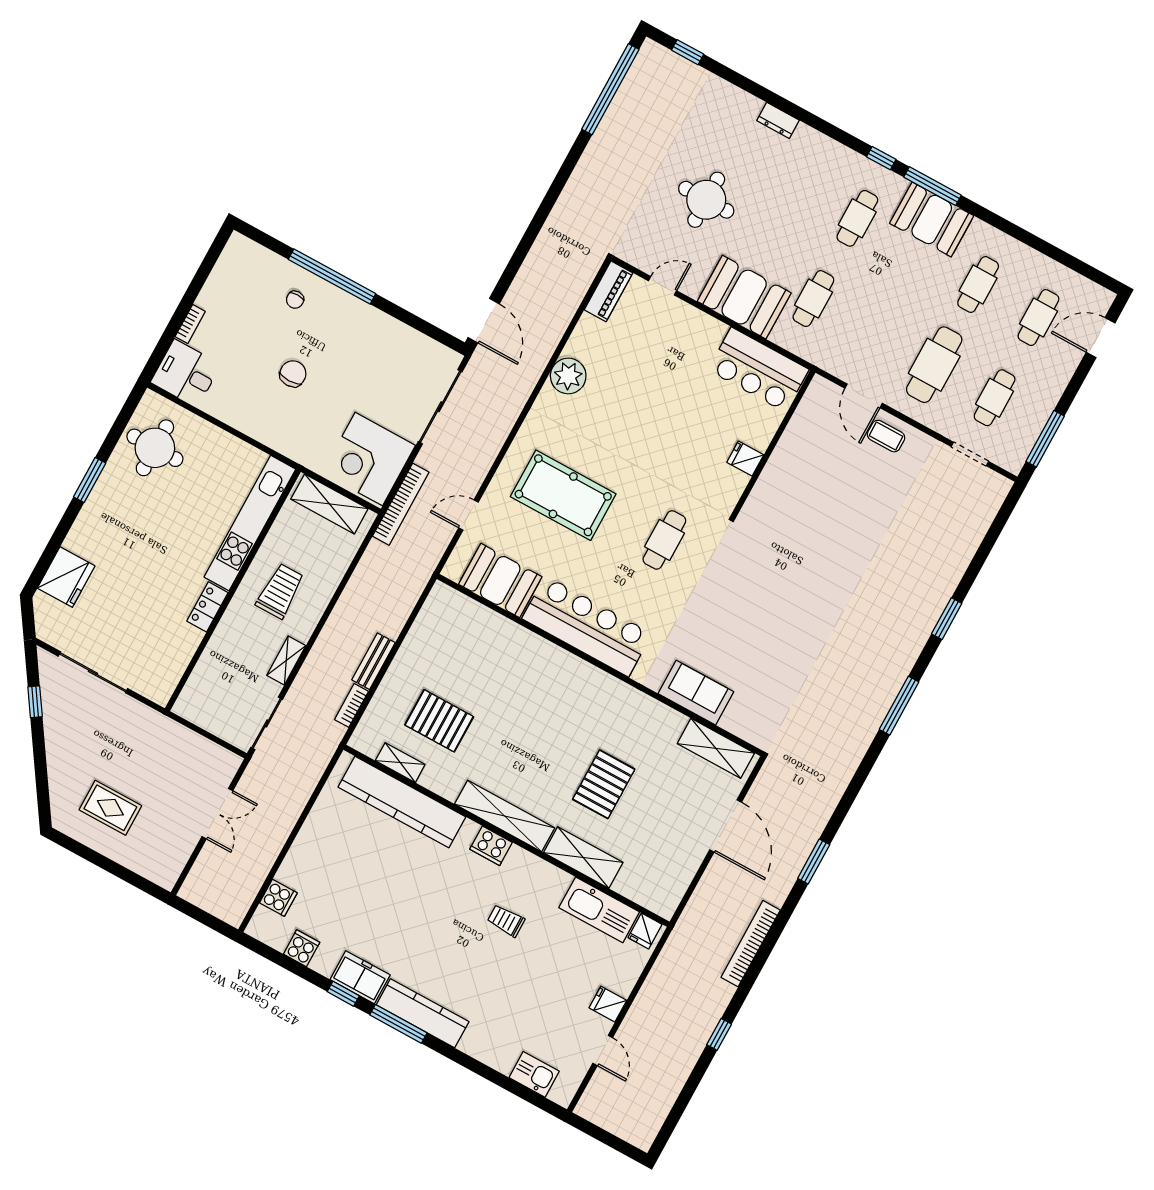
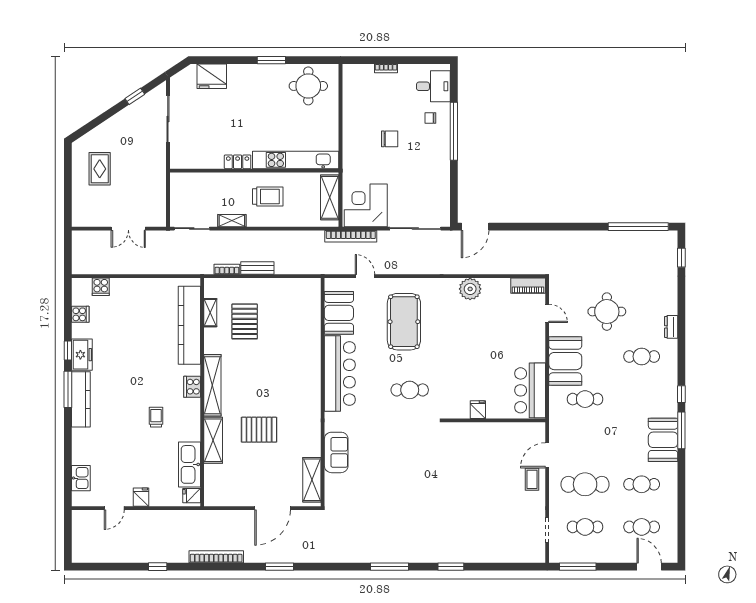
cafe table: (857, 218) -> (642, 356), moved
desk: (186, 373) -> (433, 86), moved, turned 90

